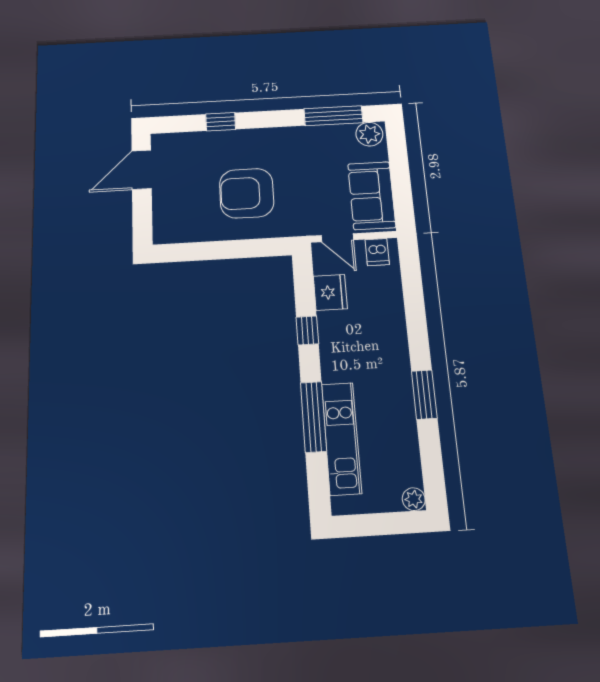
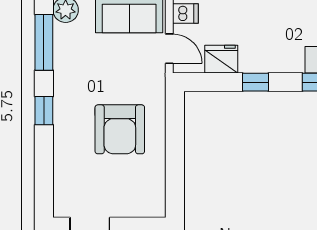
window: (221, 122) -> (44, 111), moved
door: (337, 238) -> (169, 49), hinge flipped

